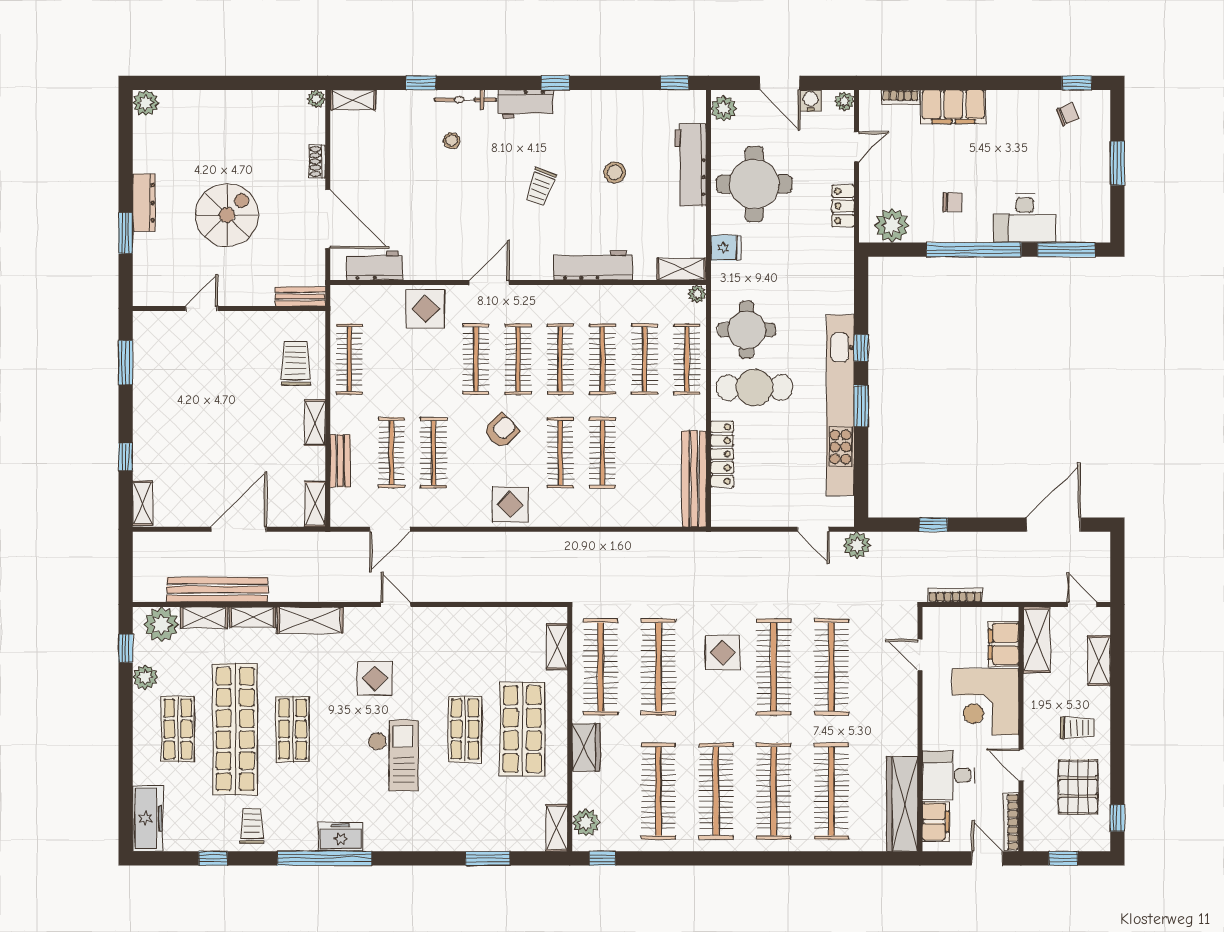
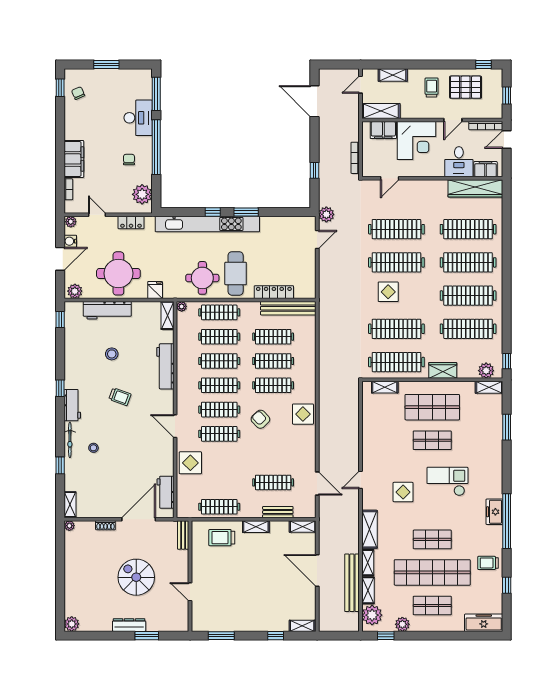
kitchen unit: (840, 405) -> (207, 224), moved
clothes rail: (434, 453) -> (273, 337), moved

